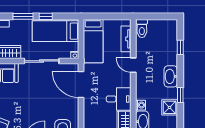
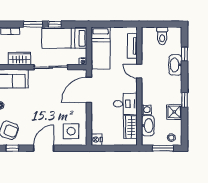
toilet: (142, 28) -> (162, 36), moved
washbasin: (171, 76) -> (175, 65), moved
door: (81, 85) -> (89, 90), hinge flipped

